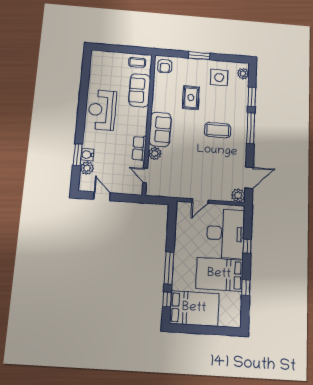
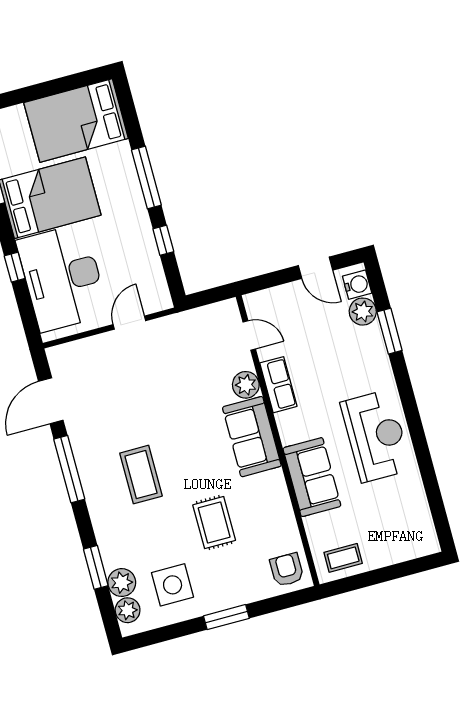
sofa: (140, 90) -> (312, 477), moved
window: (251, 128) -> (69, 469), moved
coffee table: (218, 130) -> (141, 475), turned 90
water cooler: (87, 155) -> (357, 285), moved
plant: (238, 196) -> (122, 583), moved
window: (167, 299) -> (163, 240), moved

